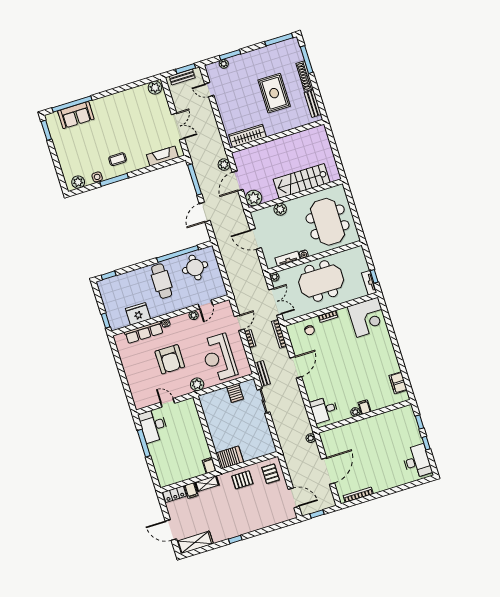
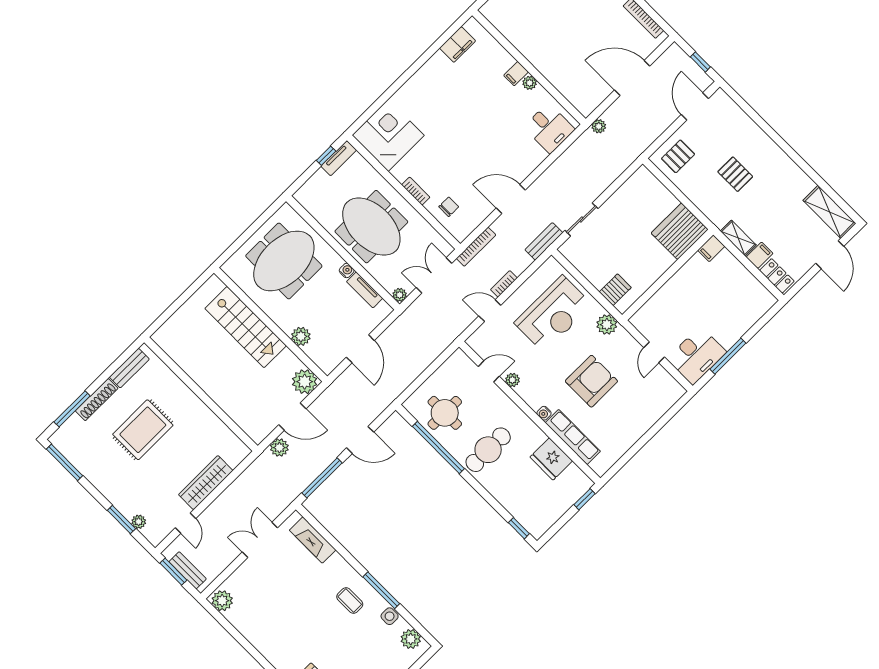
wardrobe: (247, 136) -> (206, 483), moved, turned 90
server rack: (235, 393) -> (615, 290), moved
server rack: (230, 458) -> (680, 231), width x1.60
pallet: (242, 480) -> (735, 174), moved
window: (235, 539) -> (796, 158), removed

